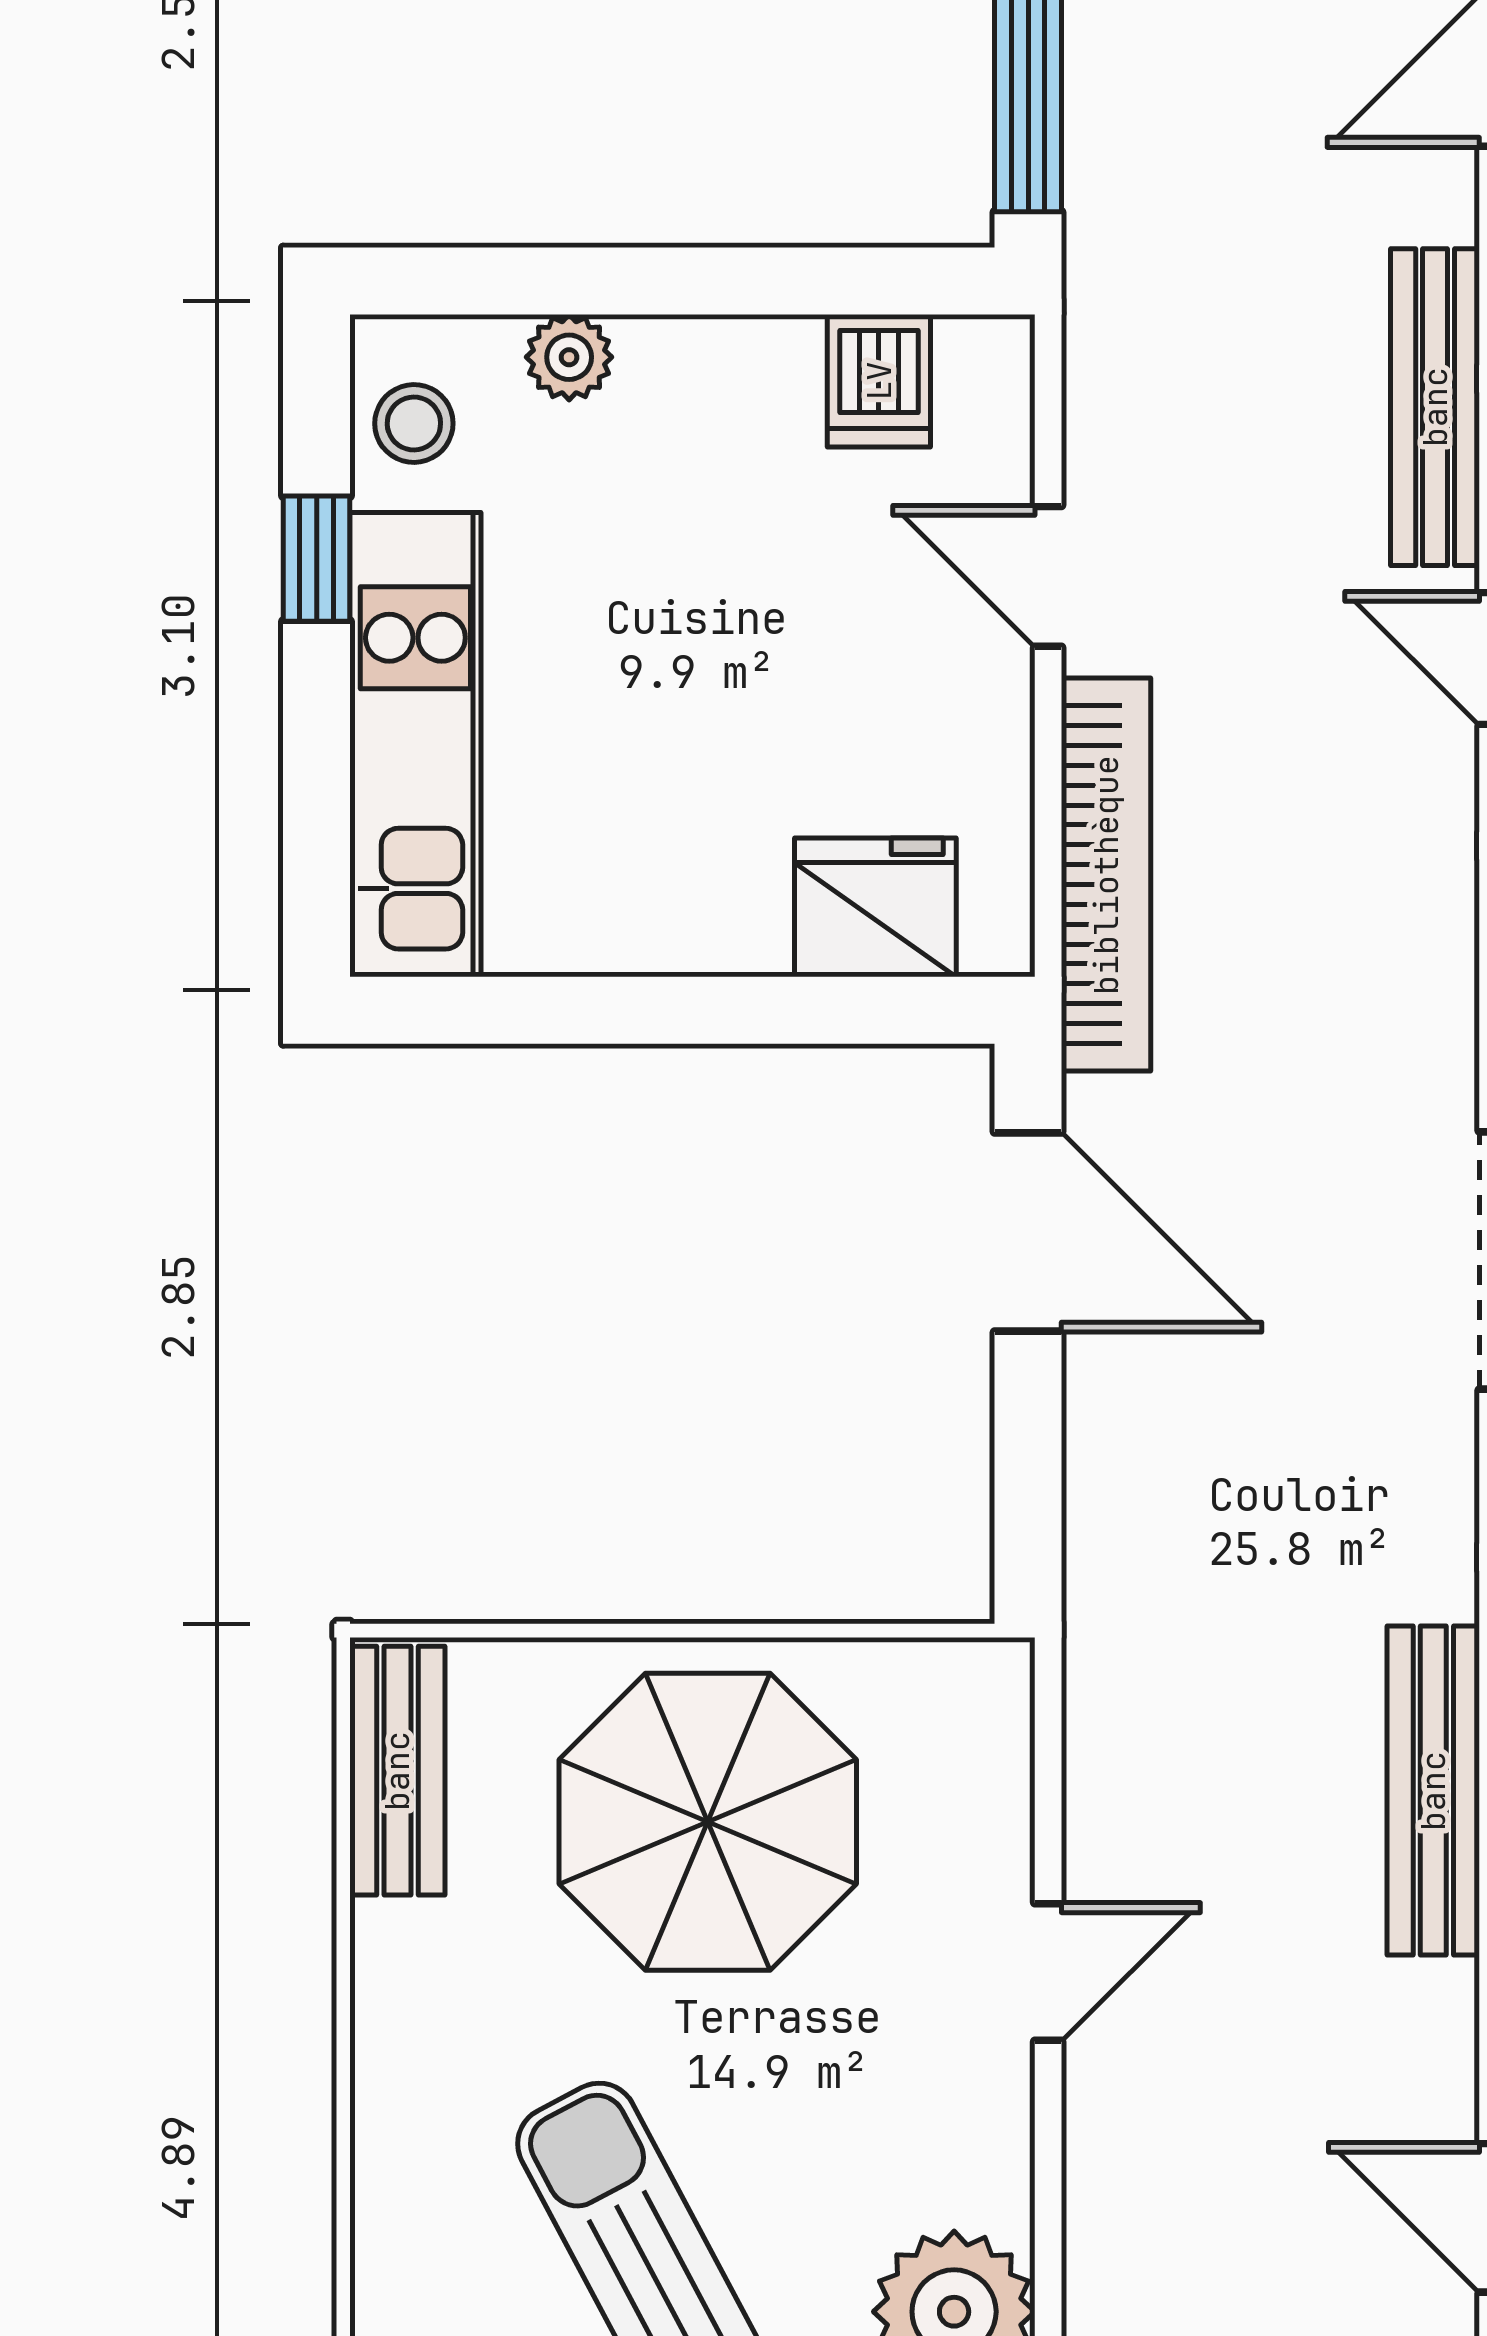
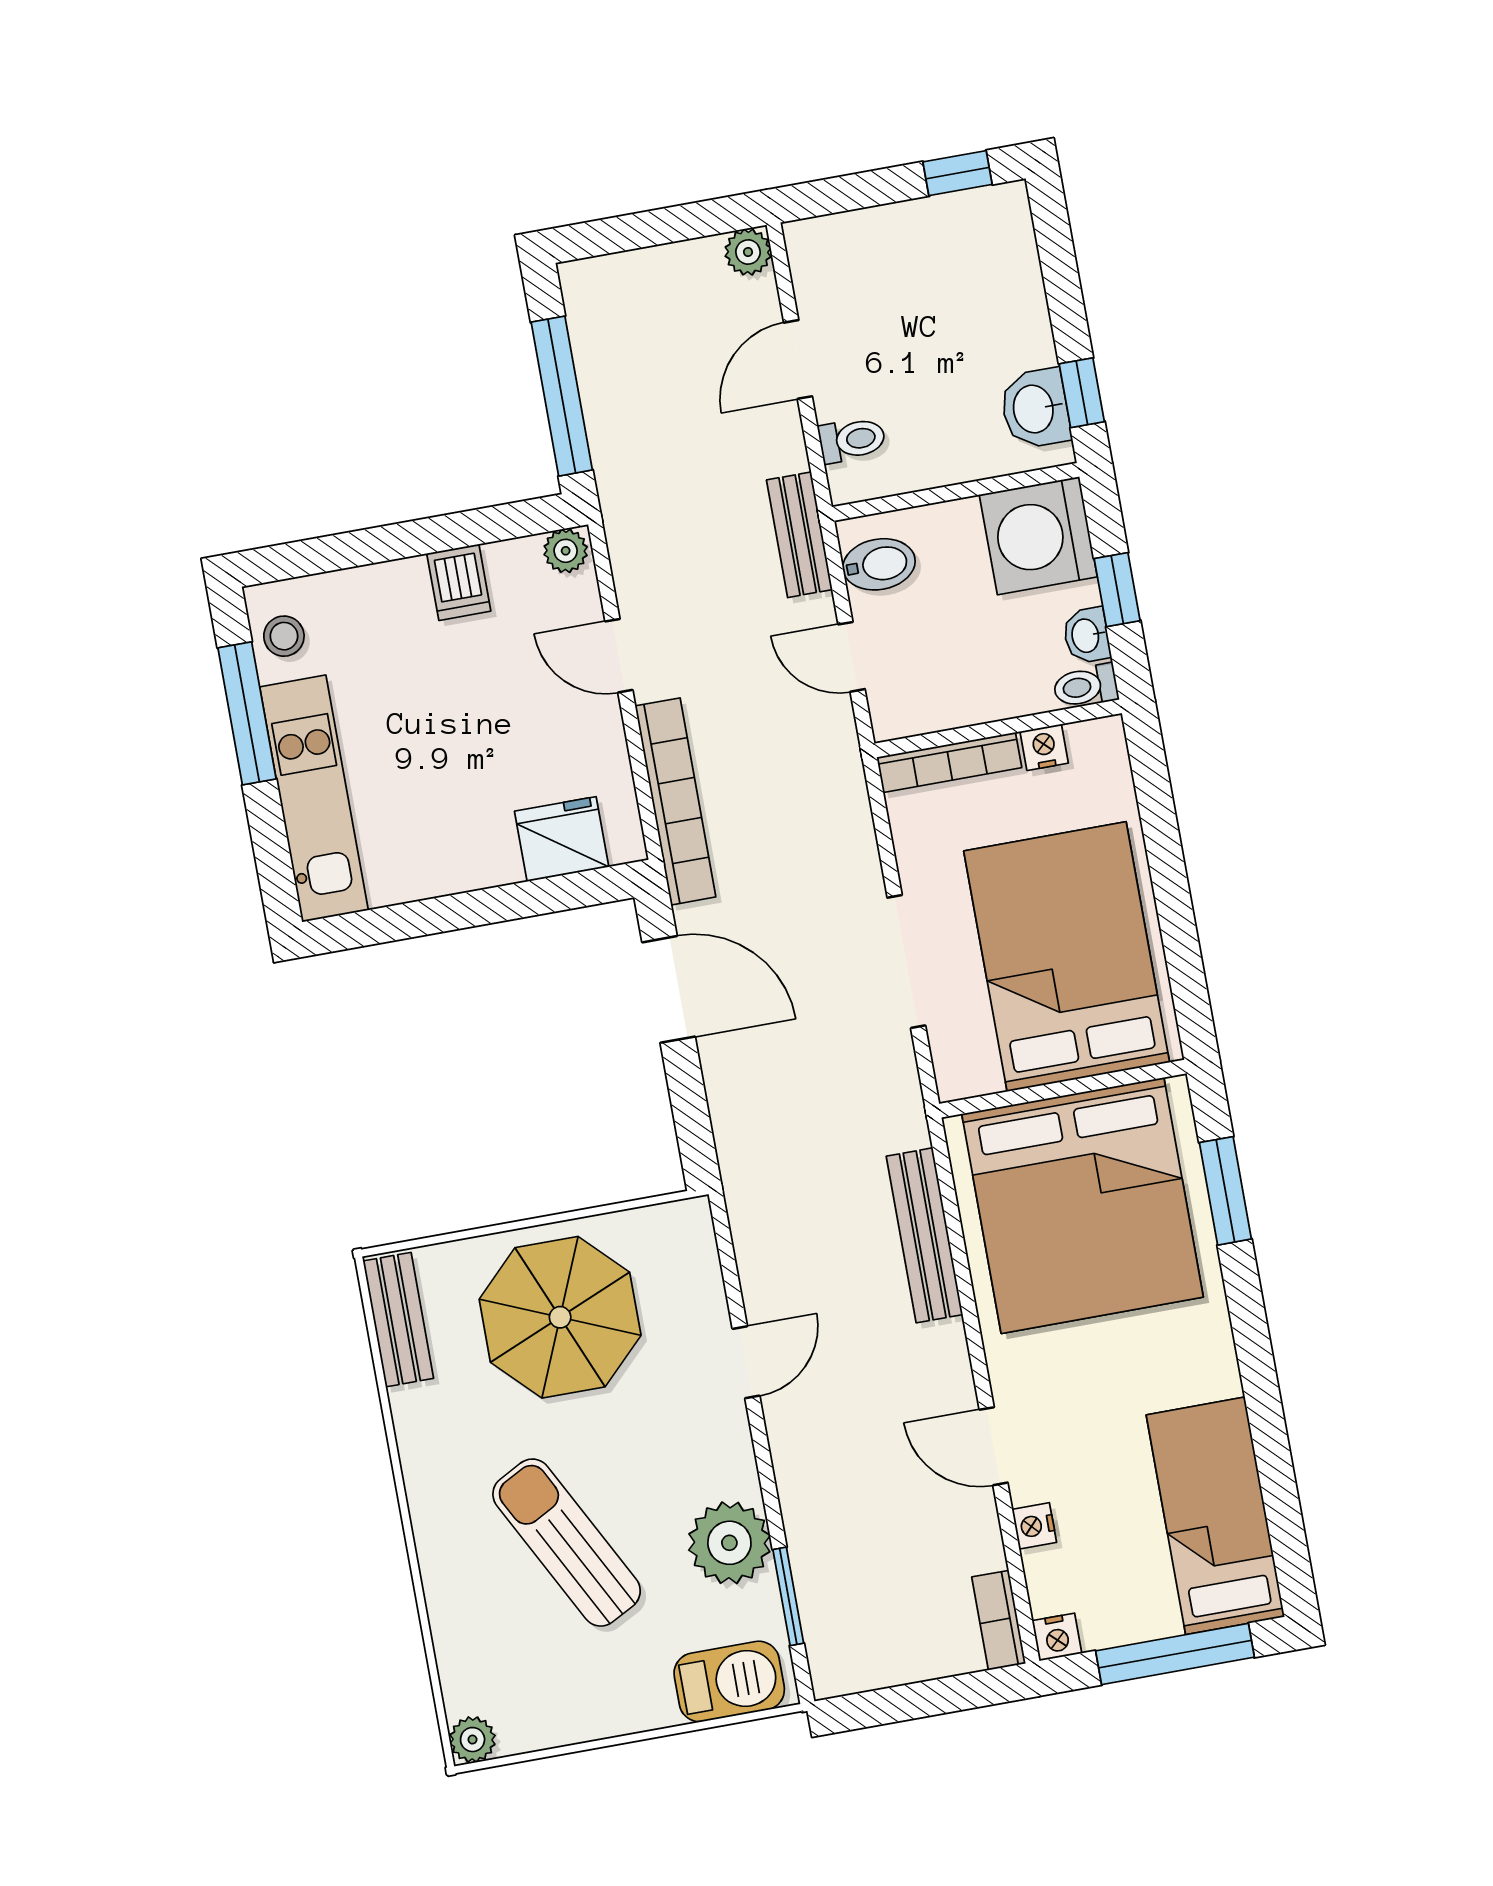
plant: (569, 357) -> (566, 551), moved
dishwasher: (879, 381) -> (459, 582), moved
bench: (1435, 407) -> (799, 535), width x0.73
window: (317, 559) -> (247, 713), width x2.17

